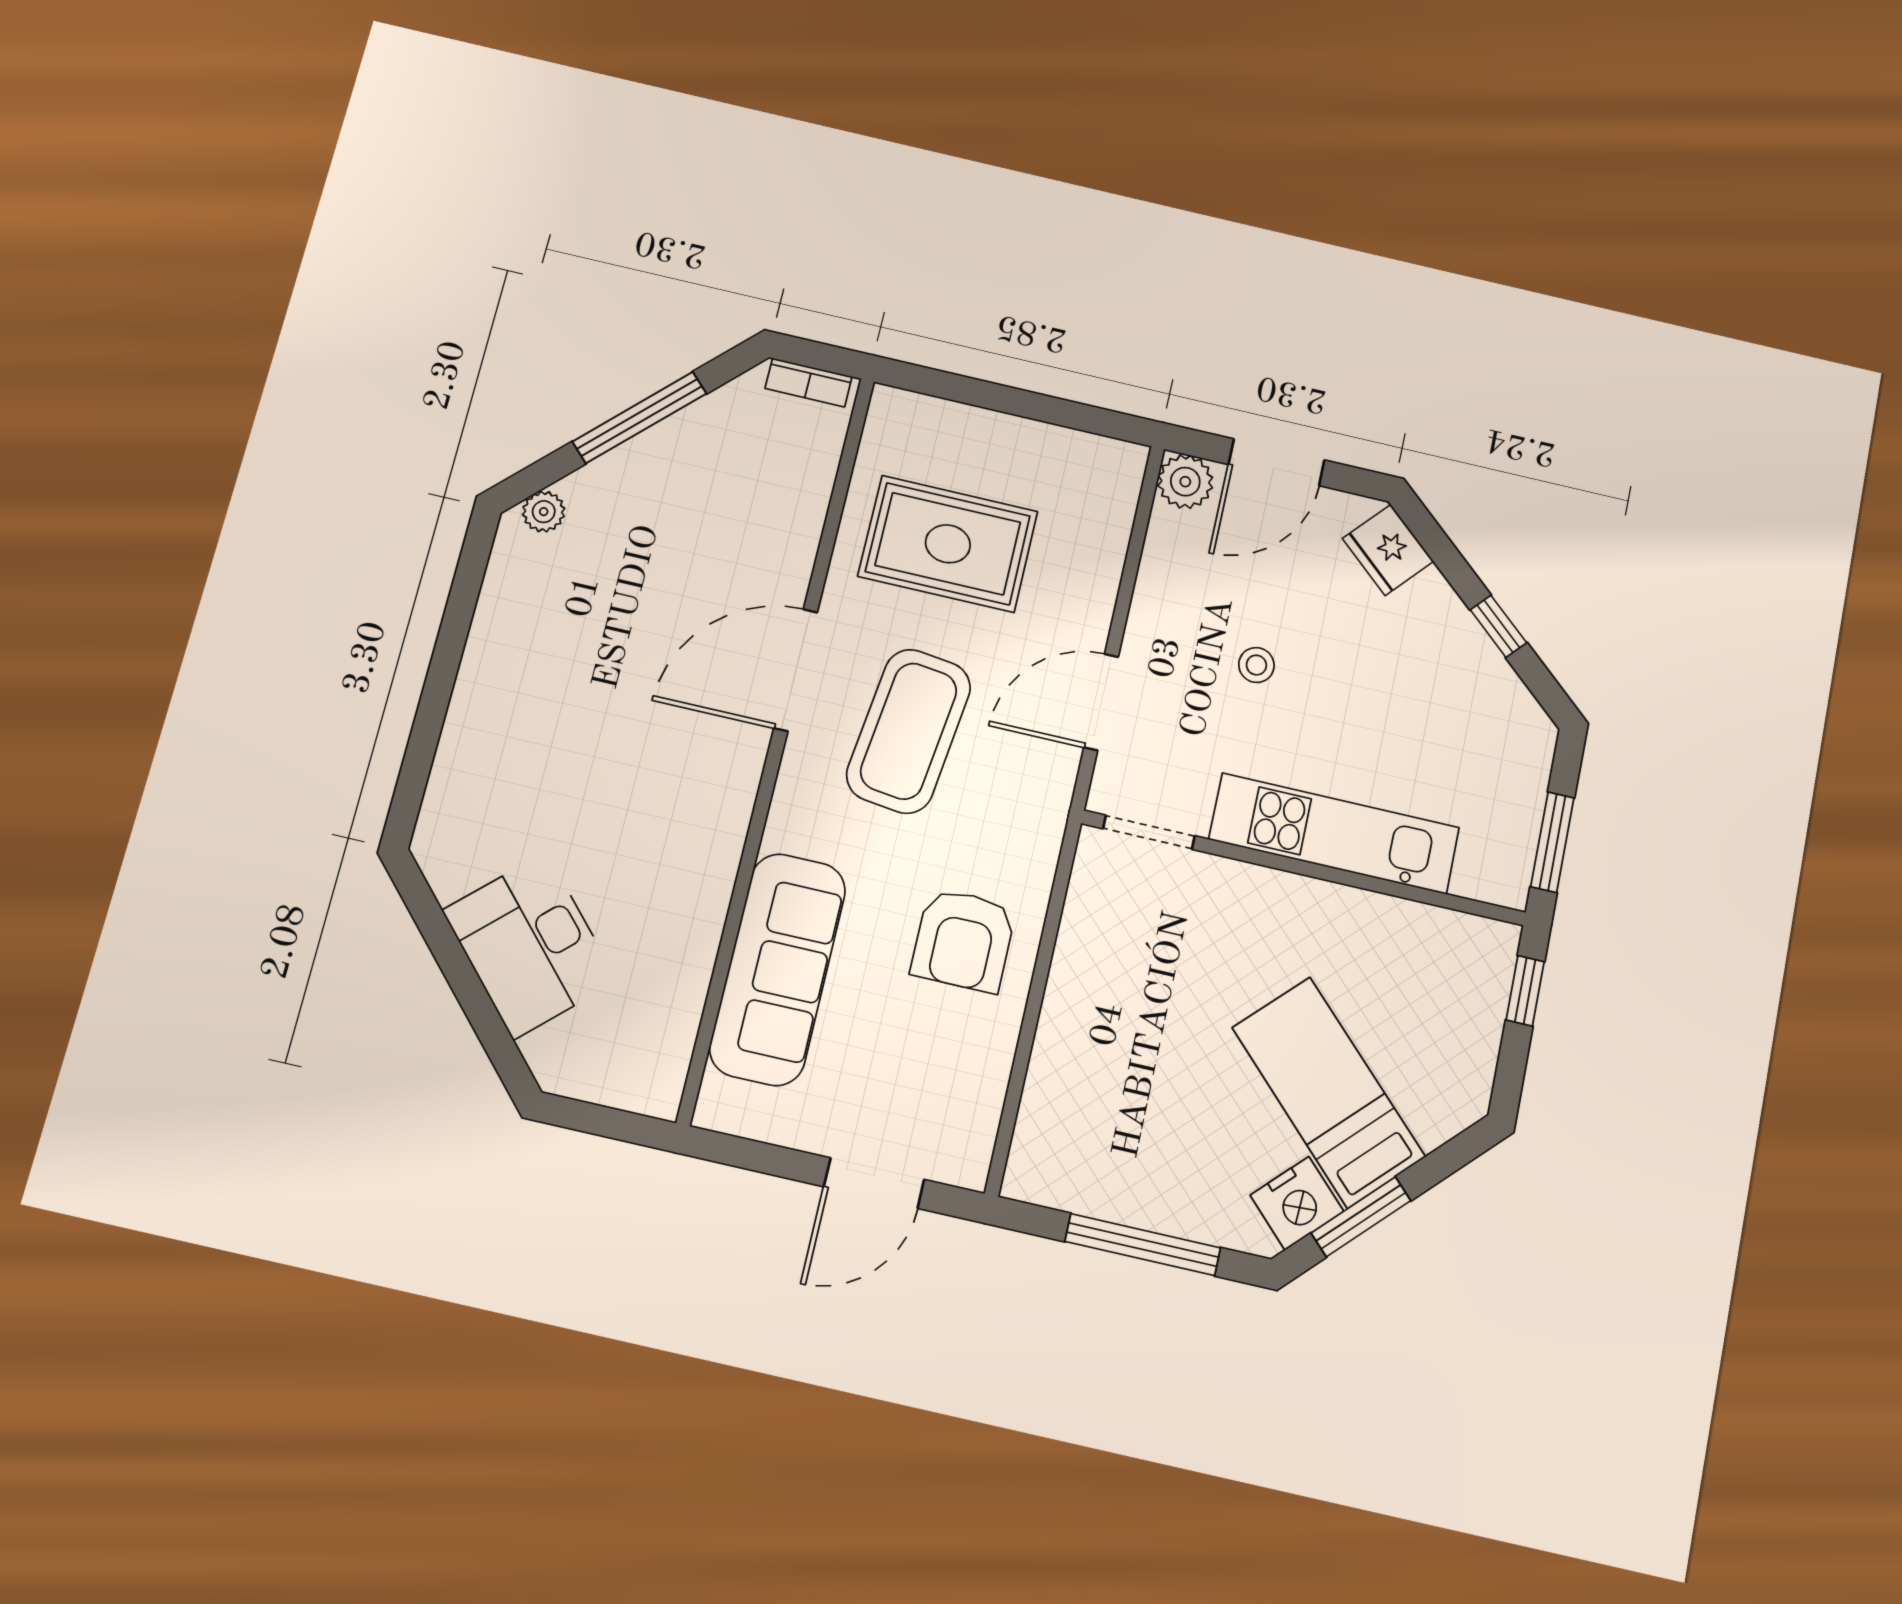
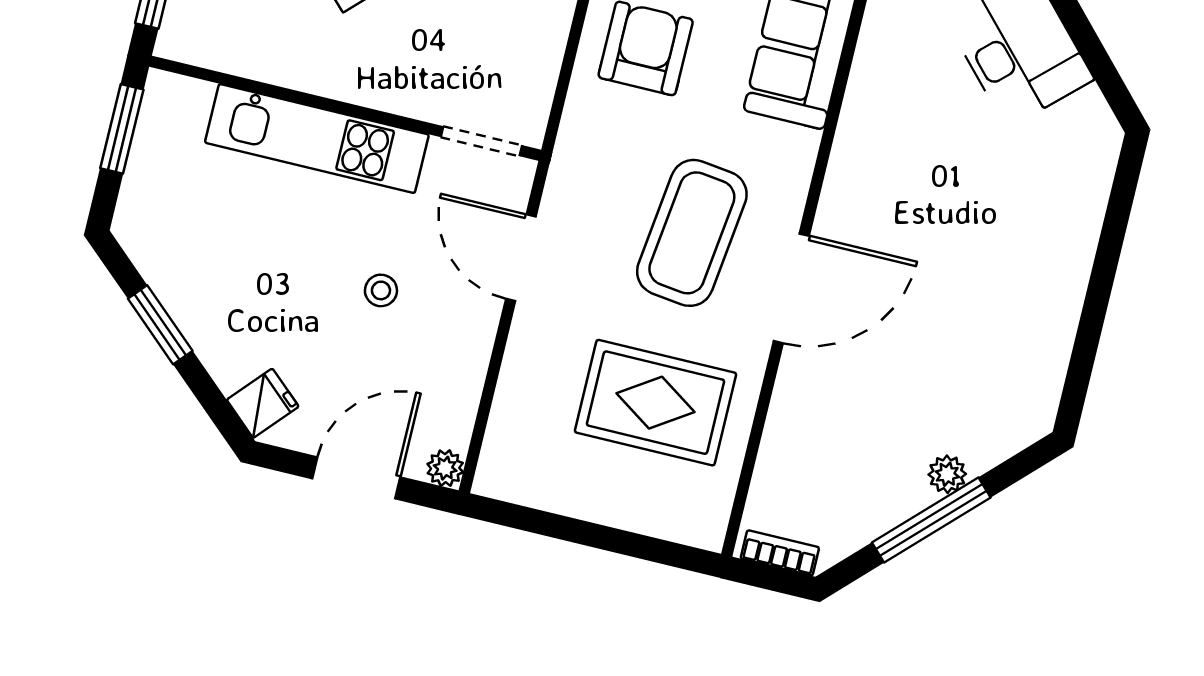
plant: (1185, 482) -> (445, 468), width x0.73, depth x0.73
plant: (544, 512) -> (947, 474), moved
fridge: (1388, 550) -> (263, 403), width x0.72
window: (1498, 626) -> (160, 325), width x1.50
door: (1101, 702) -> (521, 258), swing flipped

